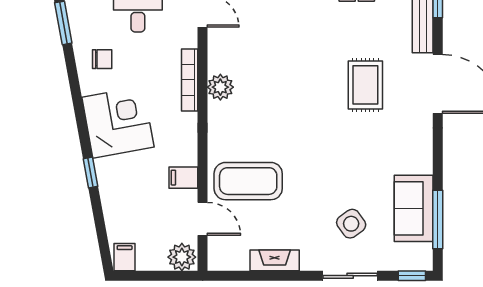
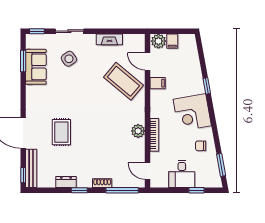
coffee table: (248, 181) -> (123, 81), turned 40
window: (438, 219) -> (23, 61), width x0.69
filing cabinet: (125, 257) -> (172, 41), moved

